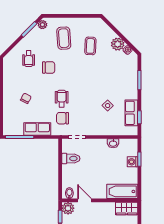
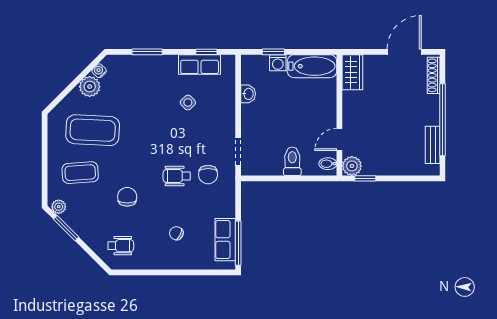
coffee table: (90, 46) -> (93, 130), width x1.86, depth x1.72
wheelchair: (29, 59) -> (121, 246), moved
row of seats: (37, 129) -> (225, 240), moved
toilet: (71, 159) -> (292, 161), moved
bathtub: (122, 191) -> (312, 66), moved, turned -90

